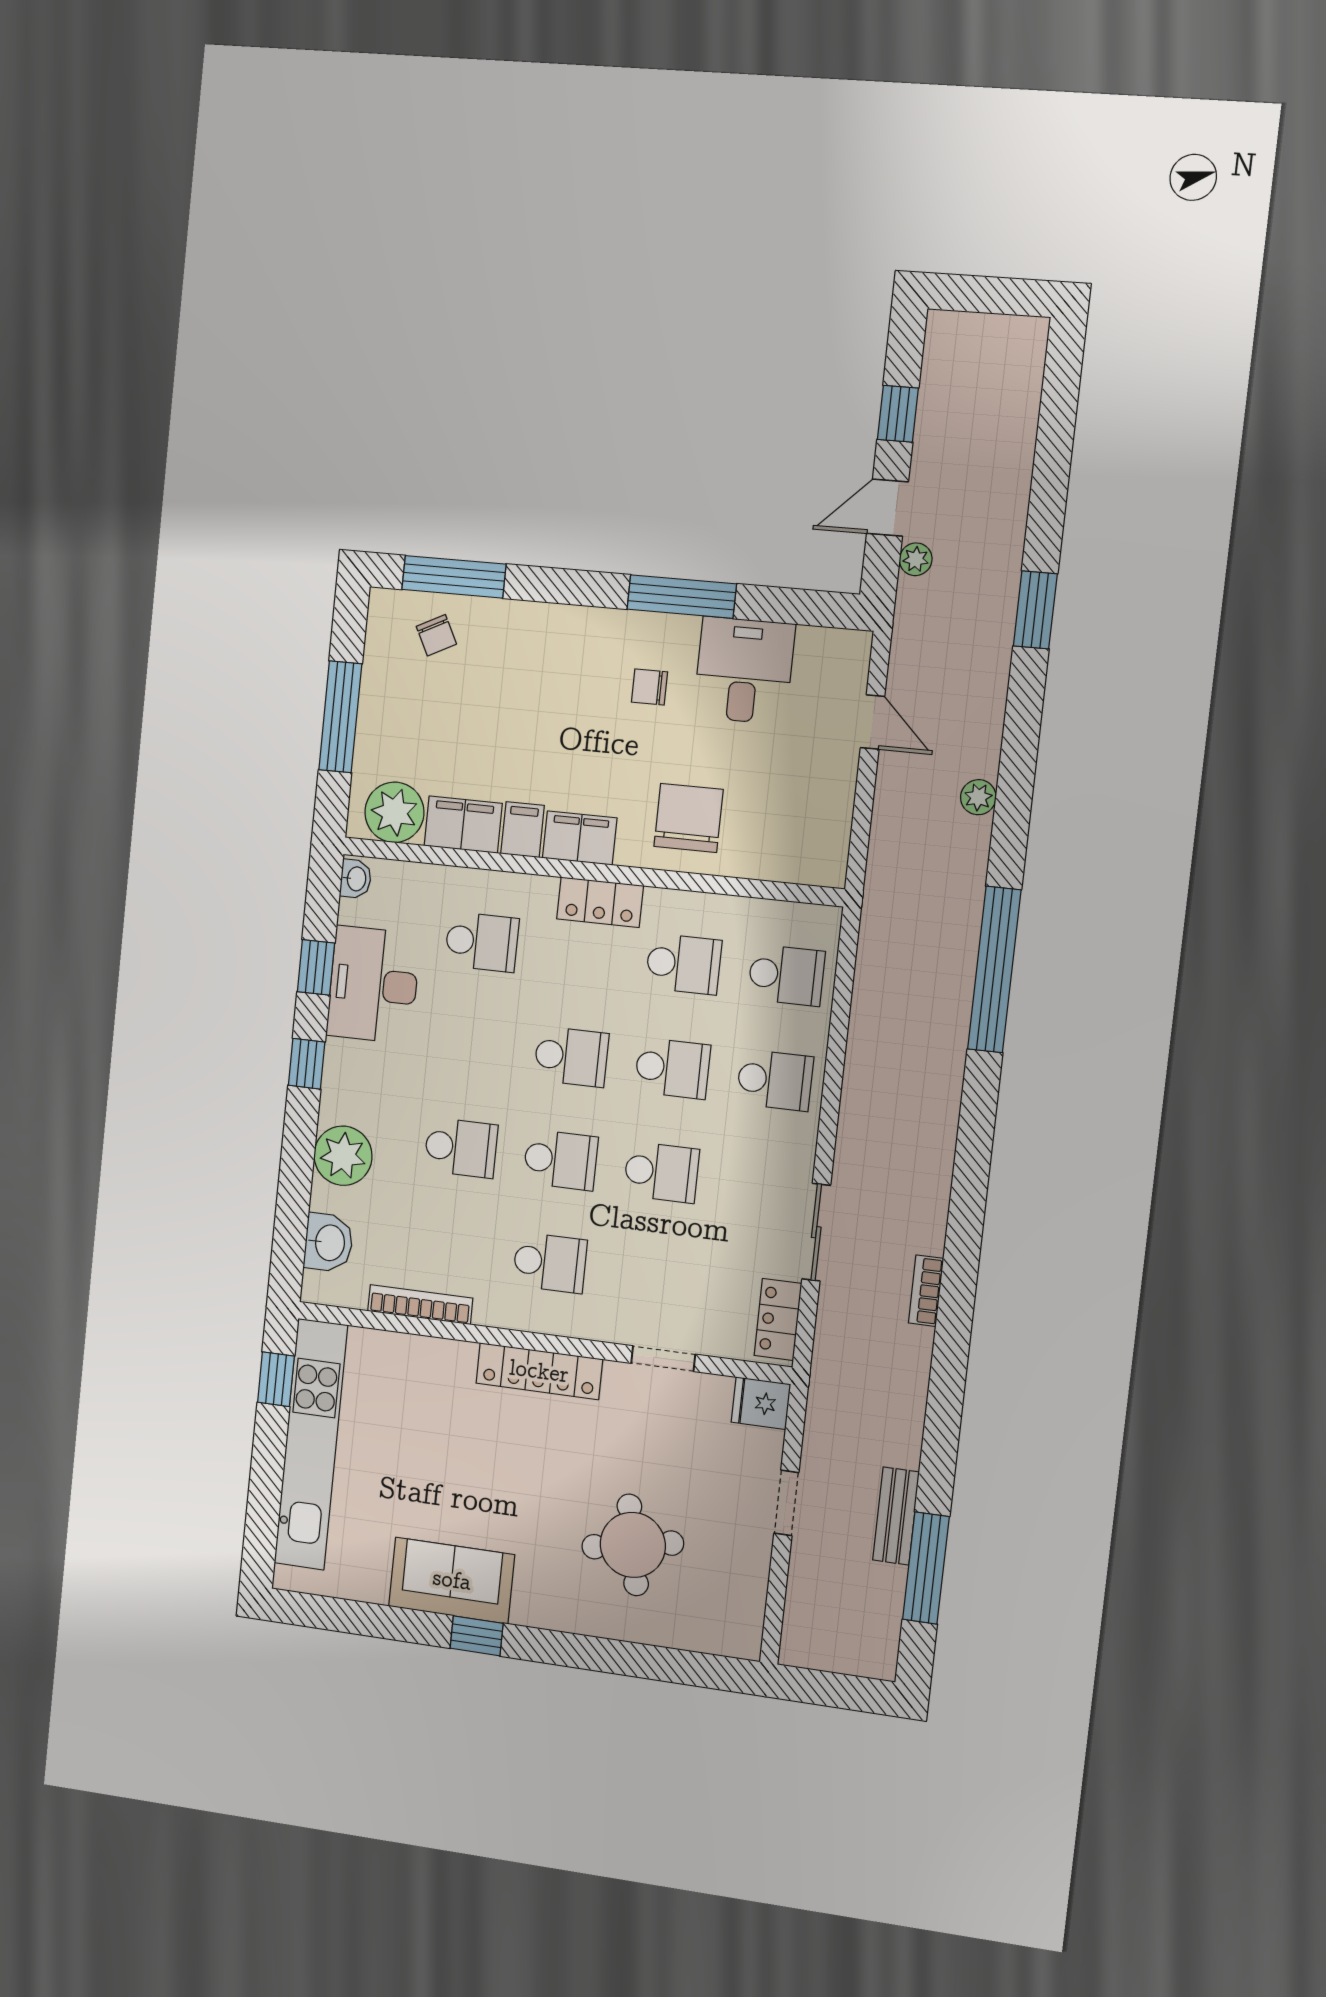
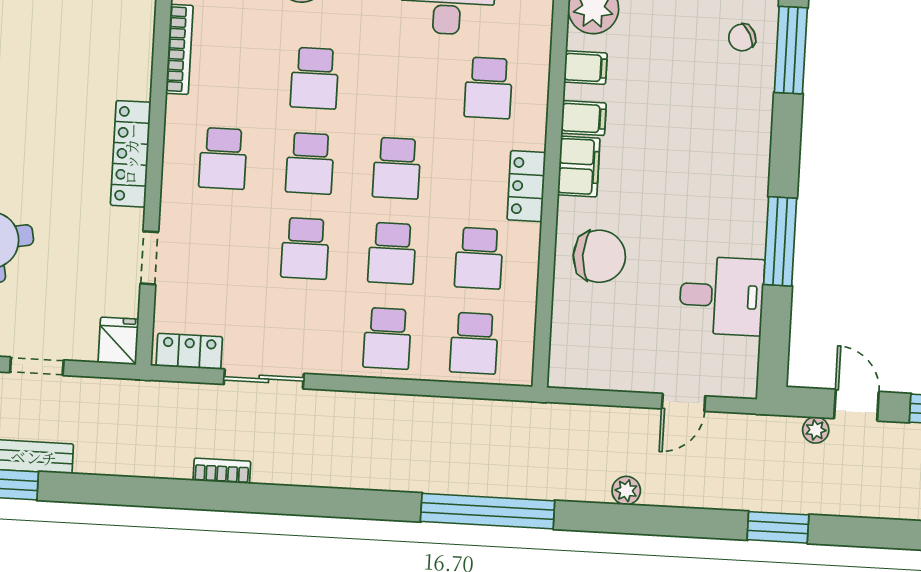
chair: (650, 687) -> (705, 219), removed
filing cabinet: (463, 825) -> (586, 68), width x0.50

